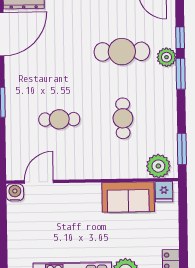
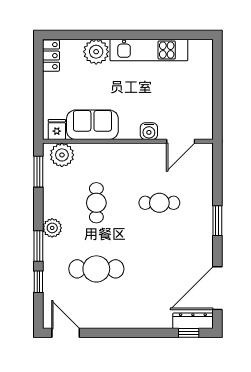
plant: (167, 57) -> (52, 228), moved
water cooler: (15, 192) -> (149, 131), moved

